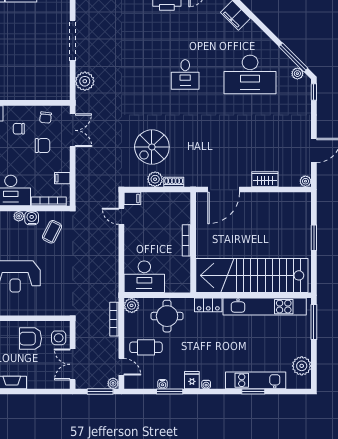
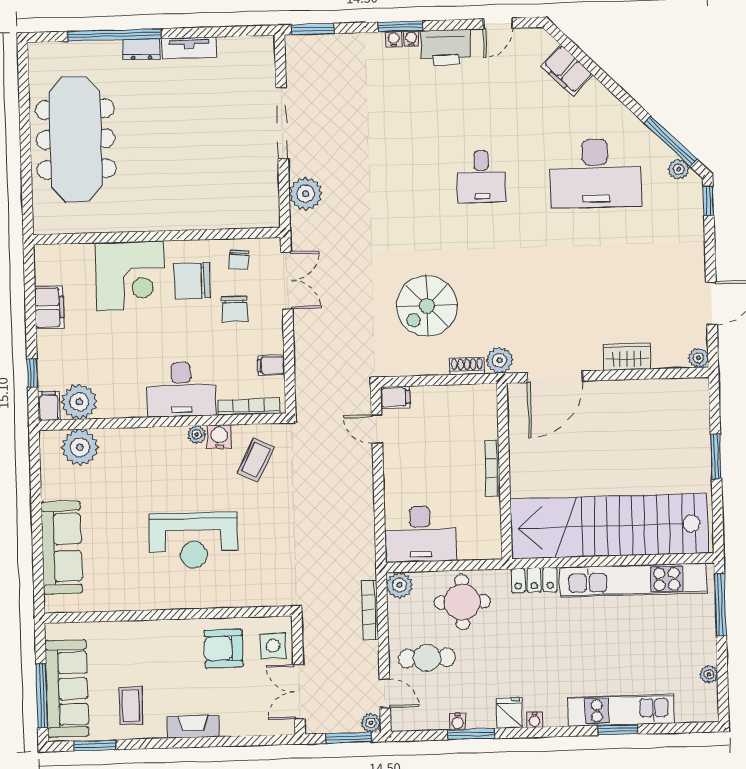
chair: (19, 129) -> (192, 281), width x1.87, depth x1.87
chair: (42, 146) -> (235, 309), turned 90
plant: (155, 179) -> (499, 360), moved
plant: (302, 366) -> (709, 674), width x0.53, depth x0.53

